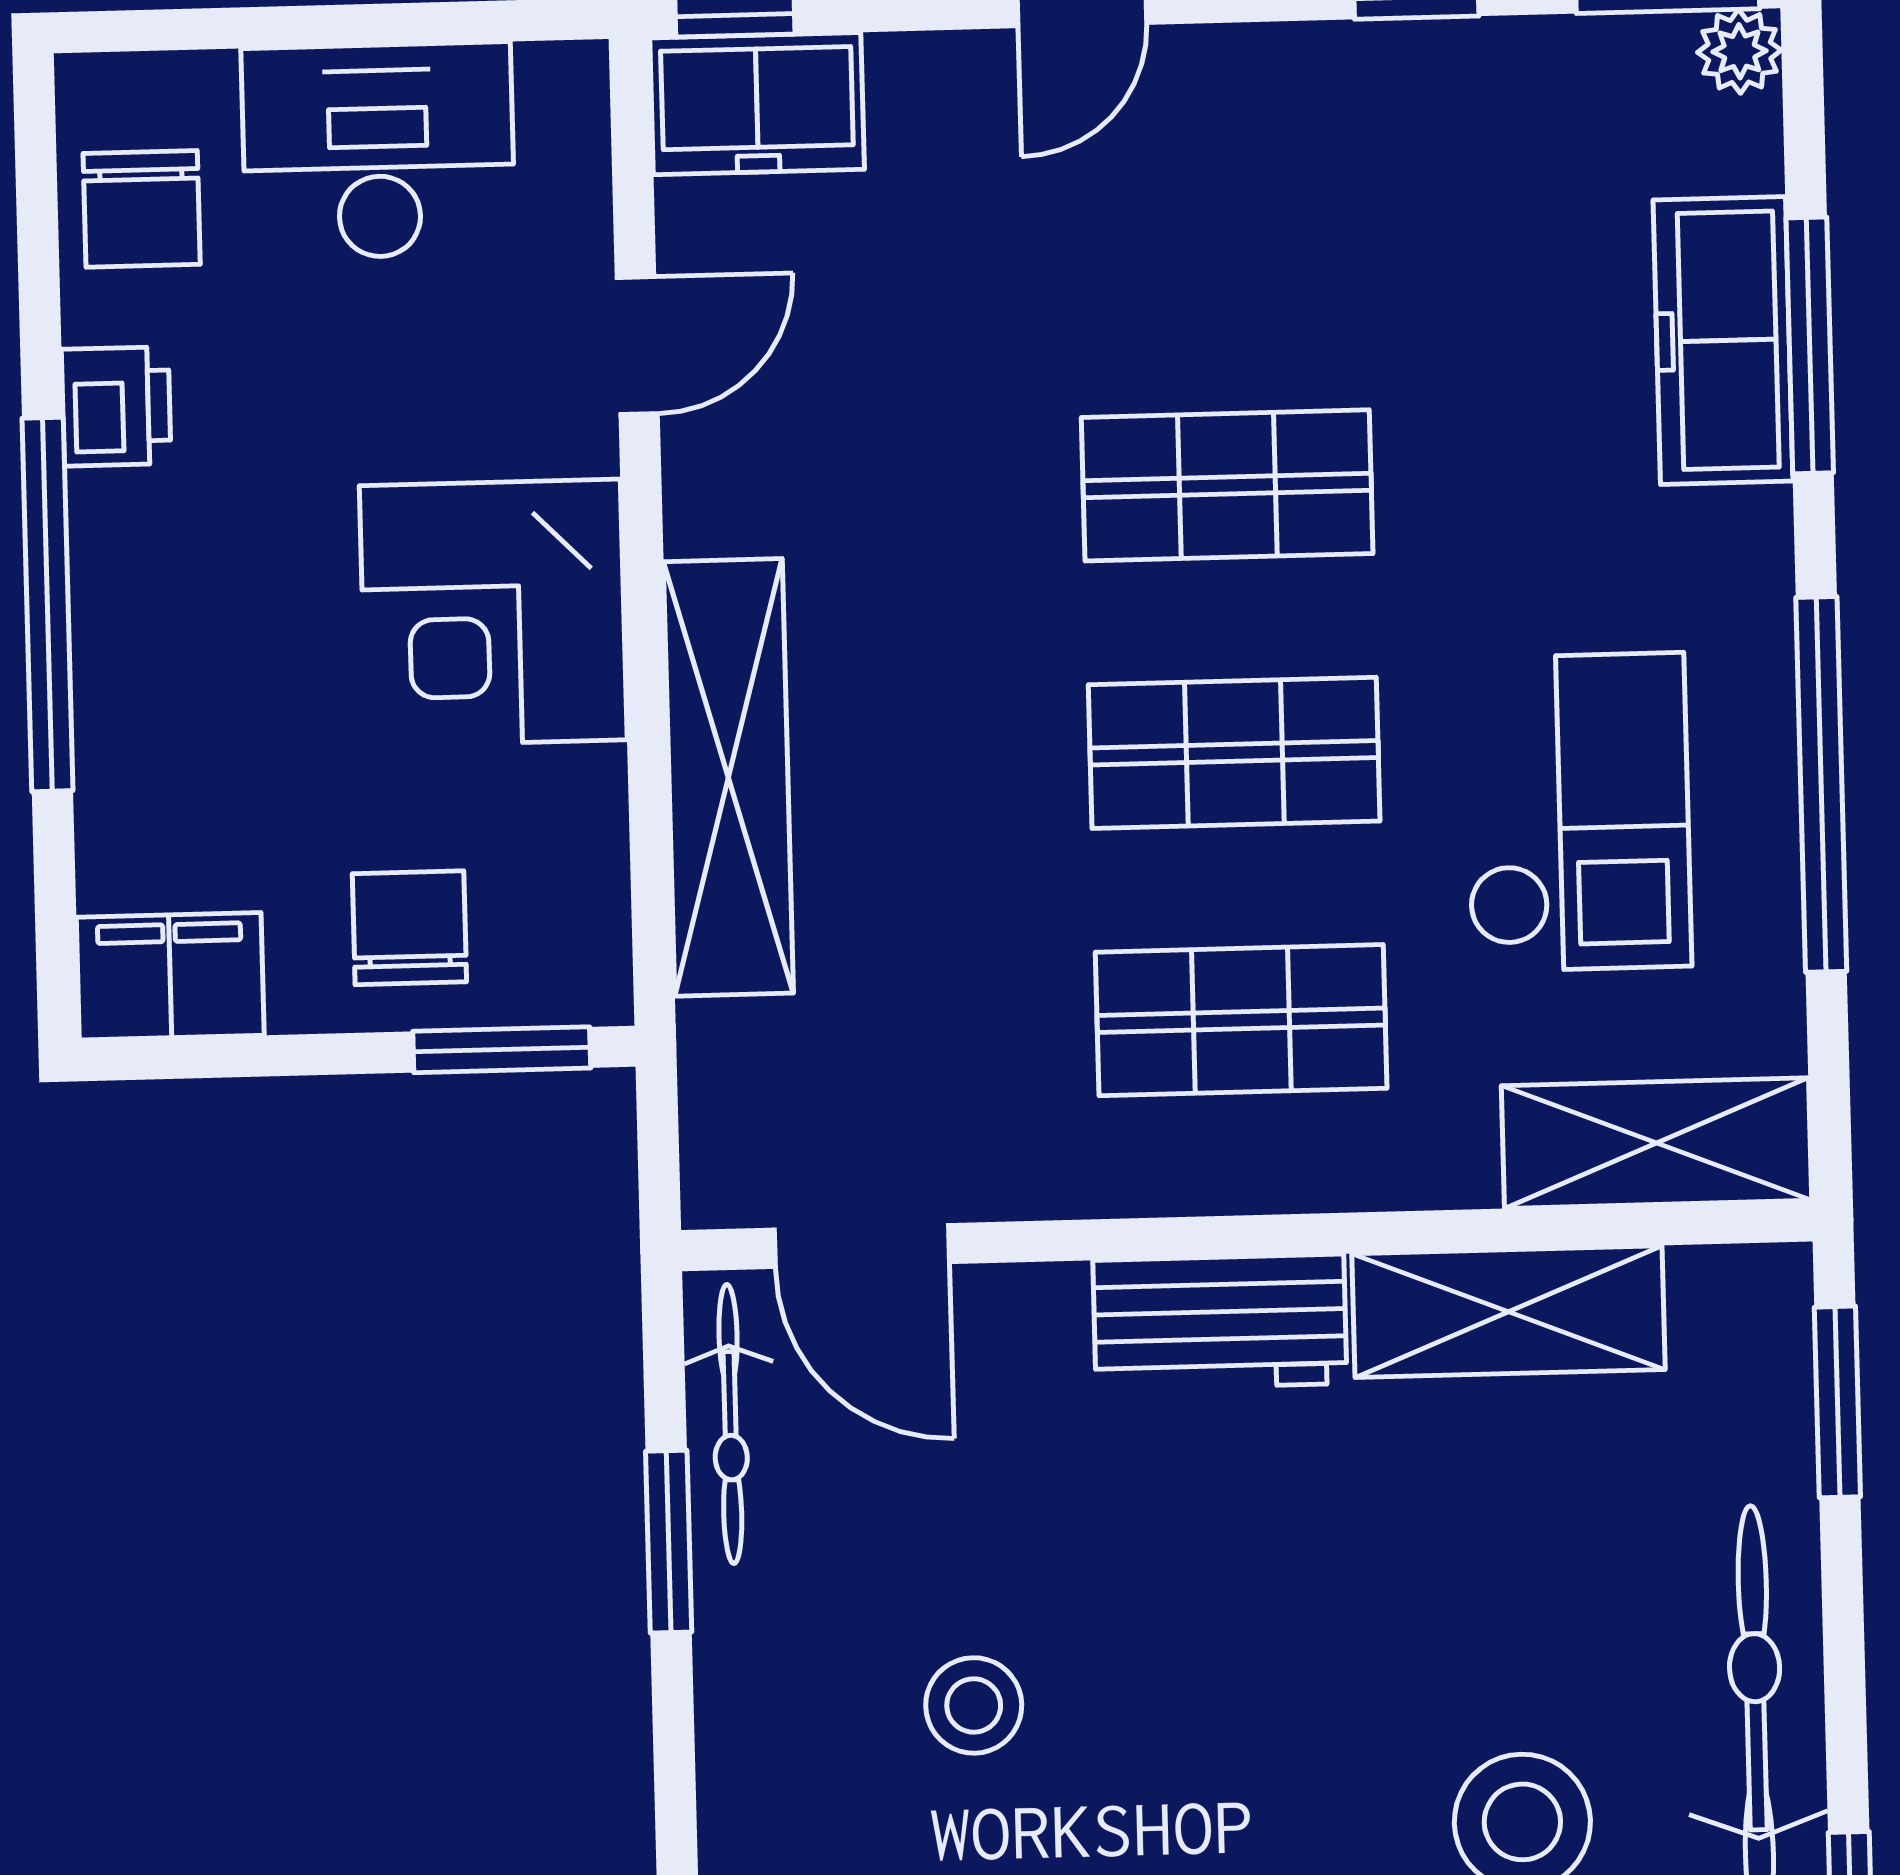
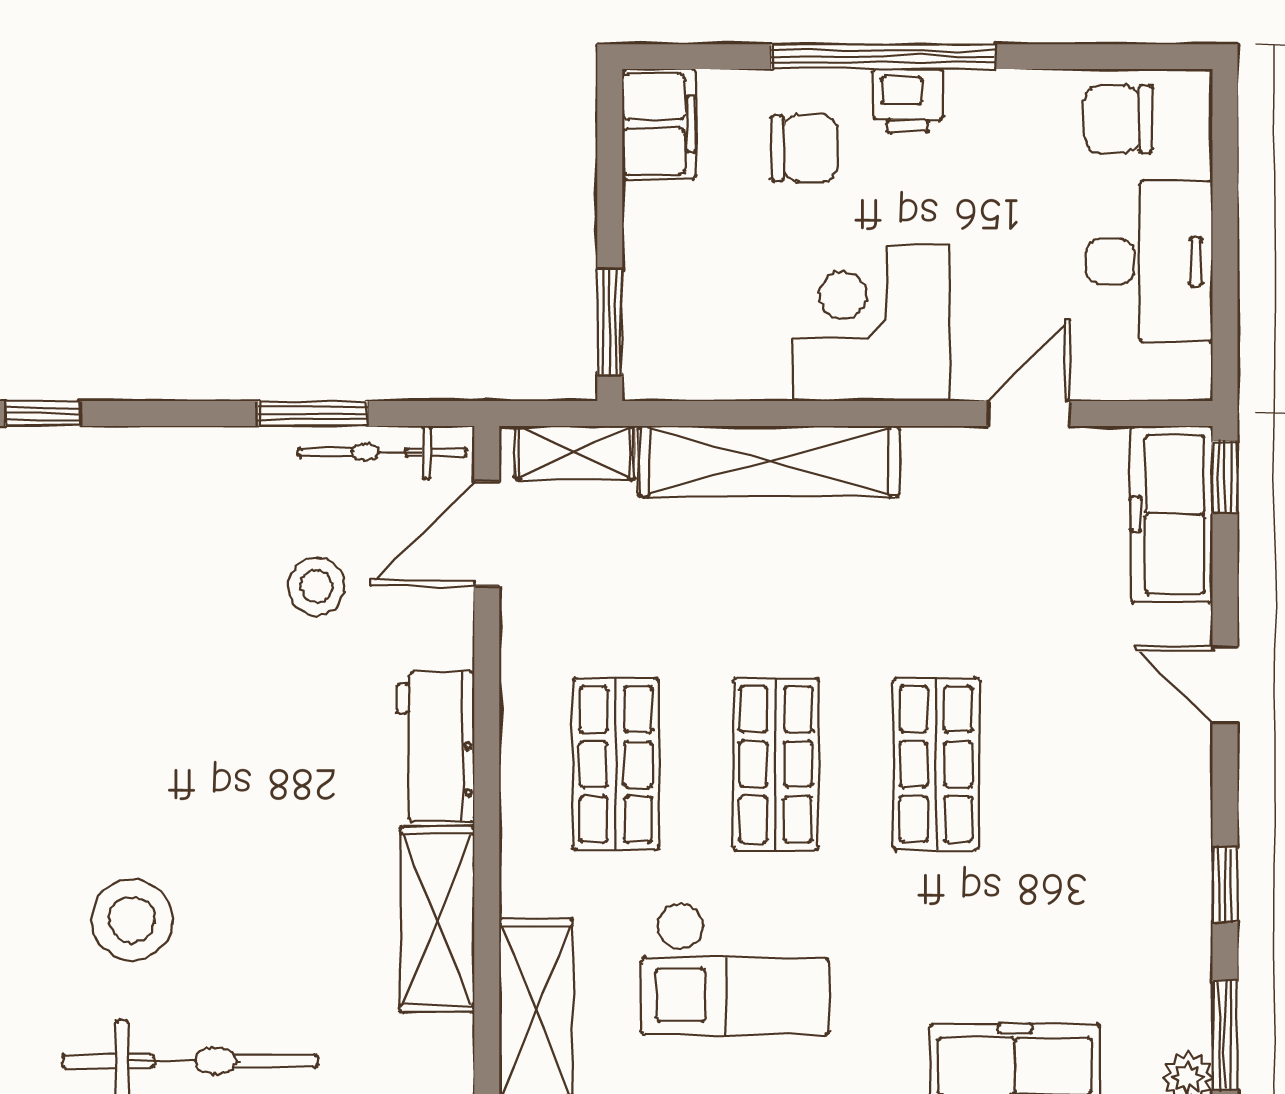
freezer: (757, 104) -> (1172, 514), width x1.40
door: (637, 345) -> (1029, 413), swing flipped
printer: (116, 406) -> (908, 101), moved
chair: (409, 928) -> (804, 148), moved
shelving: (723, 1103) -> (574, 453), added
stool: (974, 1705) -> (316, 586), moved

